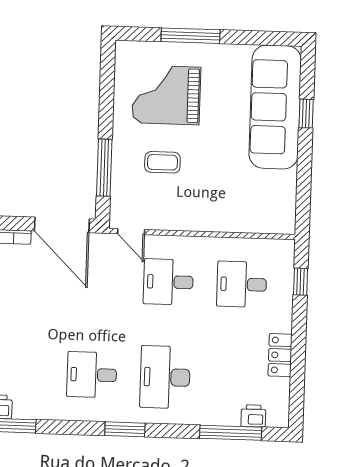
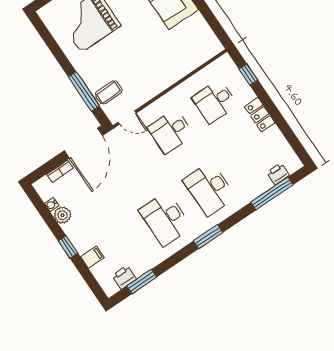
coffee table: (162, 162) -> (109, 92), moved
door: (62, 225) -> (83, 143), hinge flipped
locker: (280, 355) -> (260, 115), moved
desk: (92, 375) -> (165, 219), width x1.37

